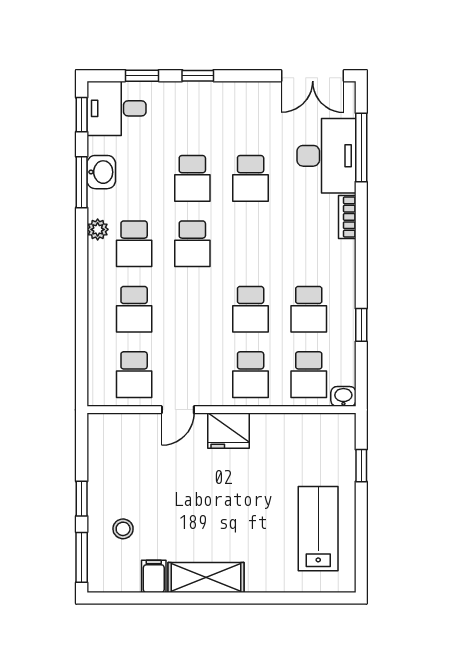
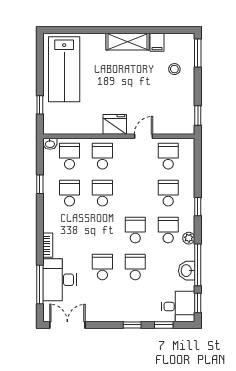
window: (82, 182) -> (198, 265), width x1.44
window: (82, 285) -> (198, 207), added
window: (82, 499) -> (198, 116), moved
lab bench: (318, 529) -> (64, 69), width x1.36, depth x1.39

